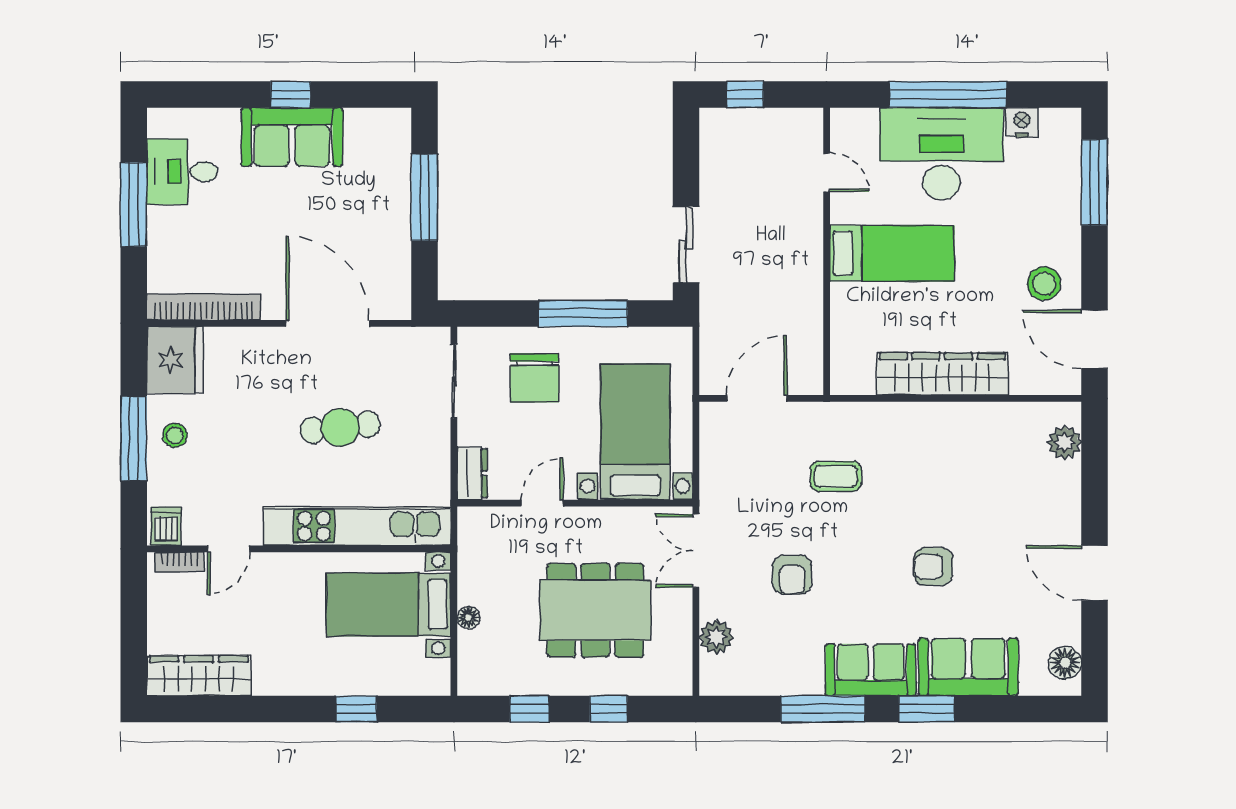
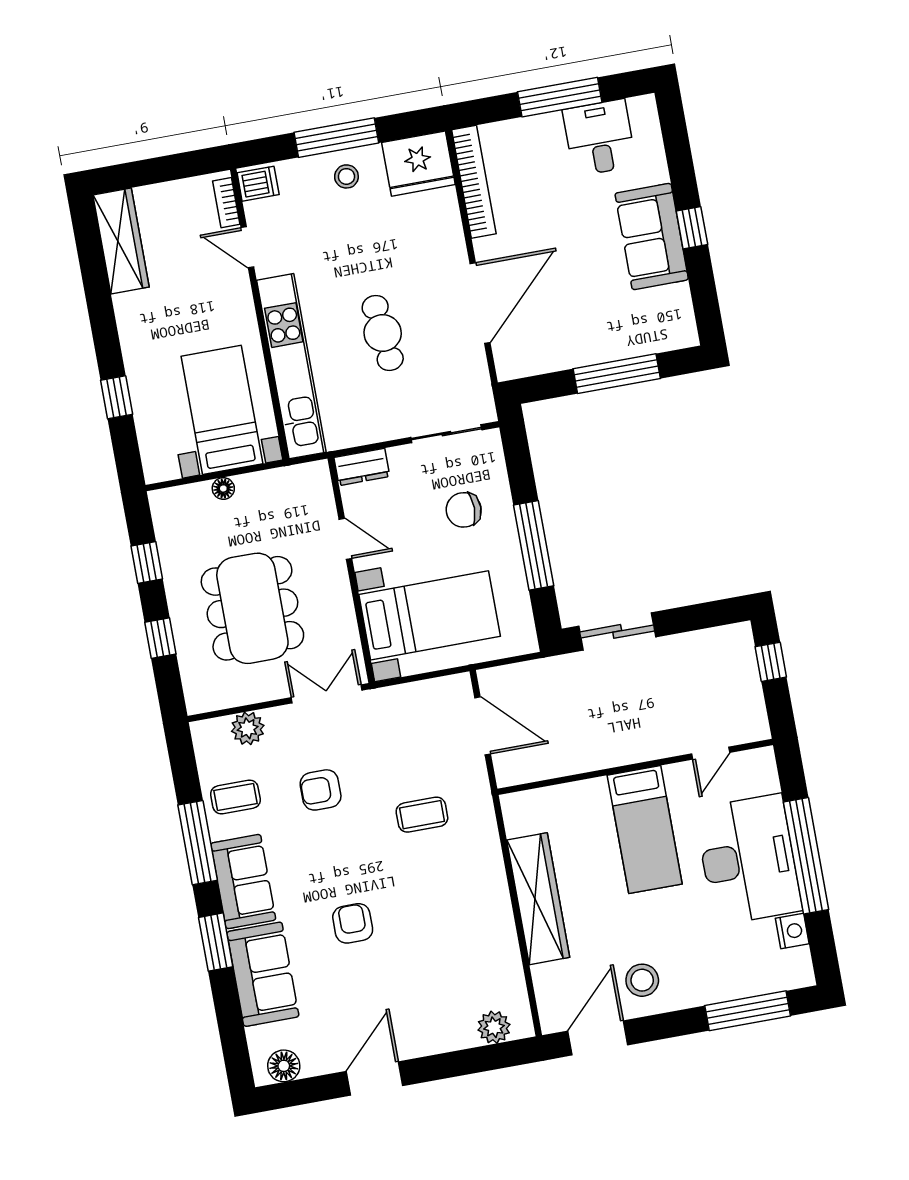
chair: (534, 378) -> (464, 510), width x0.73, depth x0.73
coffee table: (836, 476) -> (422, 815), turned 90
coffee table: (783, 662) -> (235, 797), added

